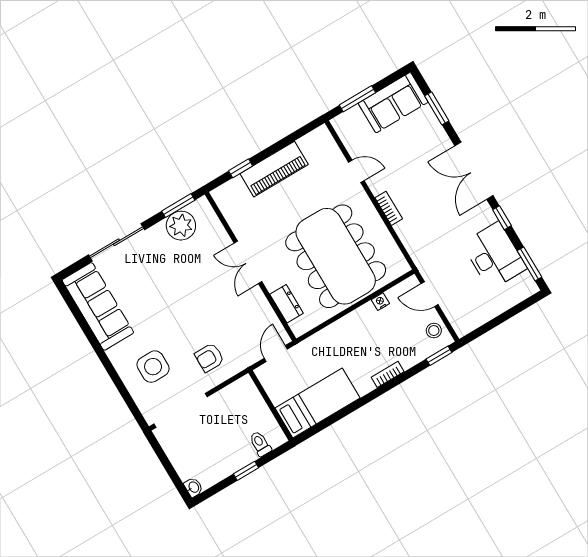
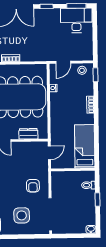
desk: (494, 256) -> (76, 20), moved
door: (276, 354) -> (49, 153), swing flipped

